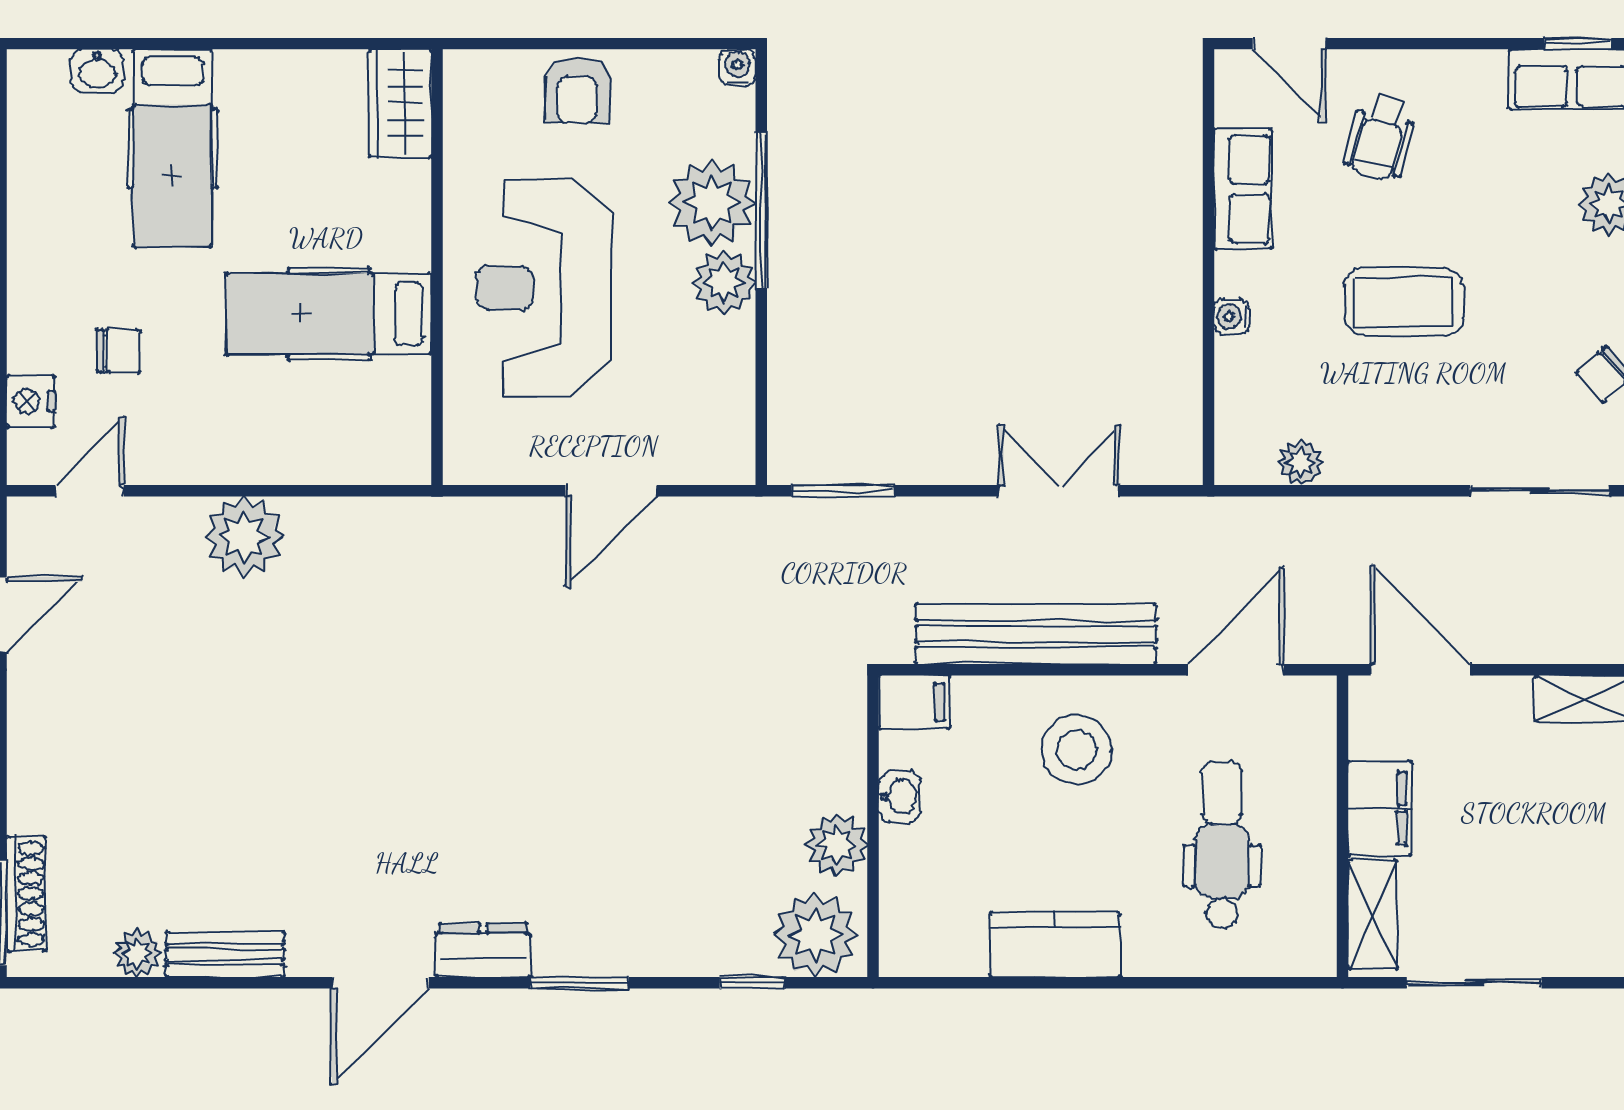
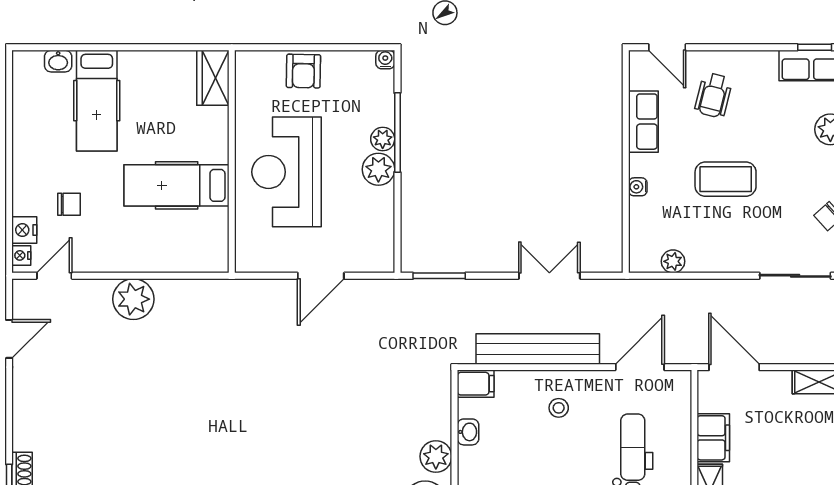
plant: (712, 203) -> (383, 139), width x0.53, depth x0.53
nightstand: (25, 451) -> (21, 255), added
stool: (1077, 749) -> (559, 408), width x0.53, depth x0.53

